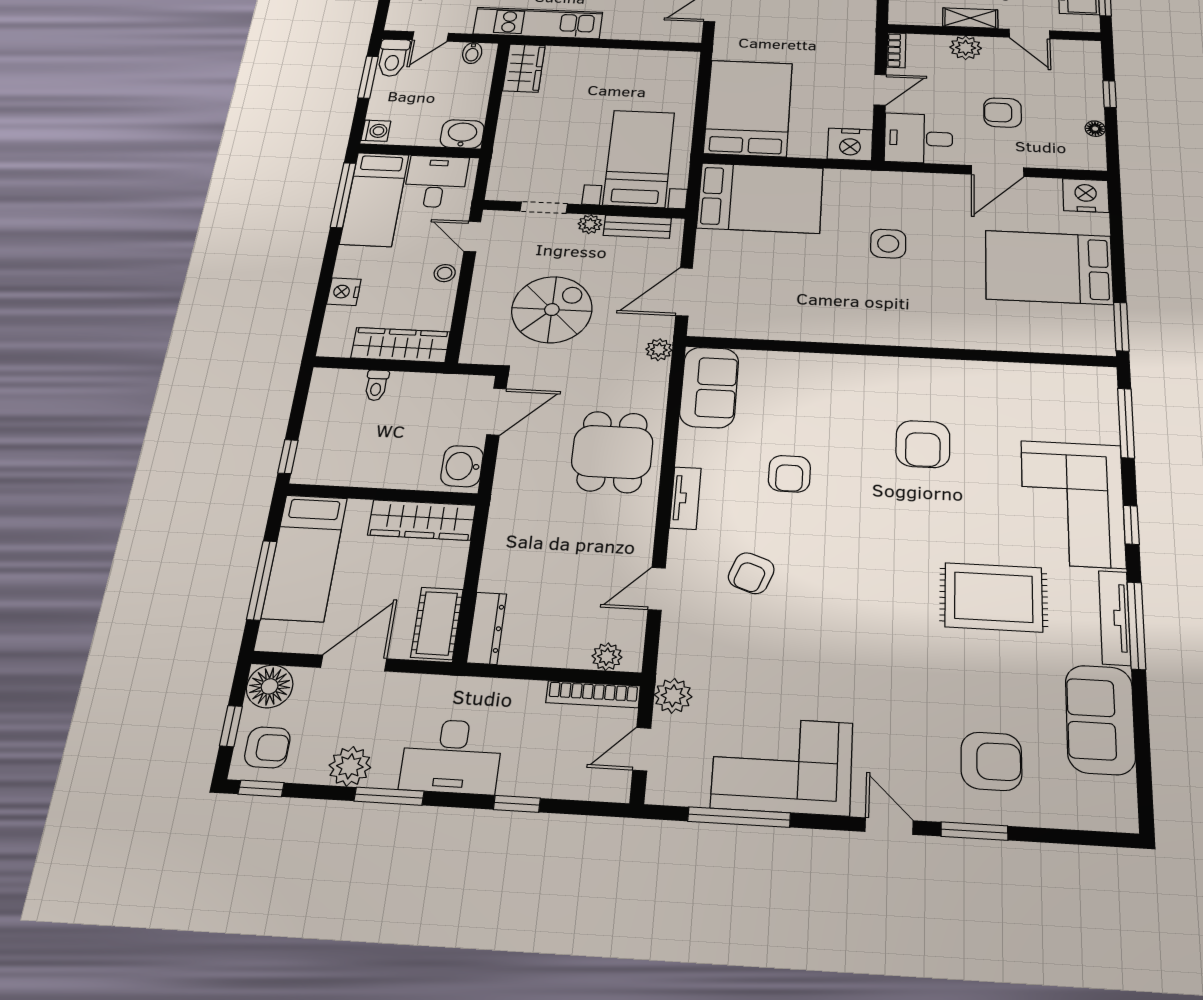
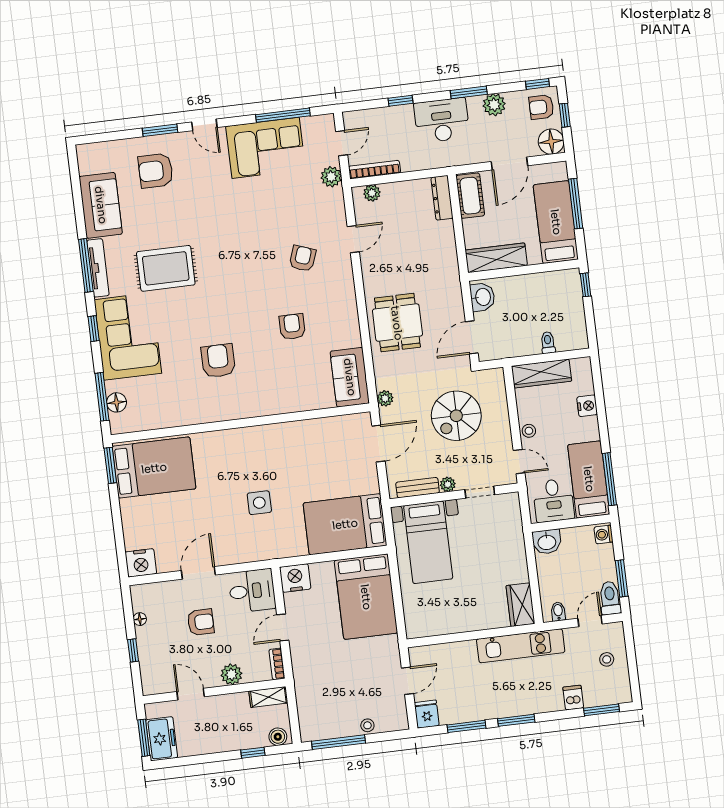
shelving: (970, 18) -> (268, 697), moved
bed: (1049, 267) -> (154, 468), moved
floor lamp: (1102, 411) -> (117, 402), added
tv unit: (685, 498) -> (349, 300), removed

